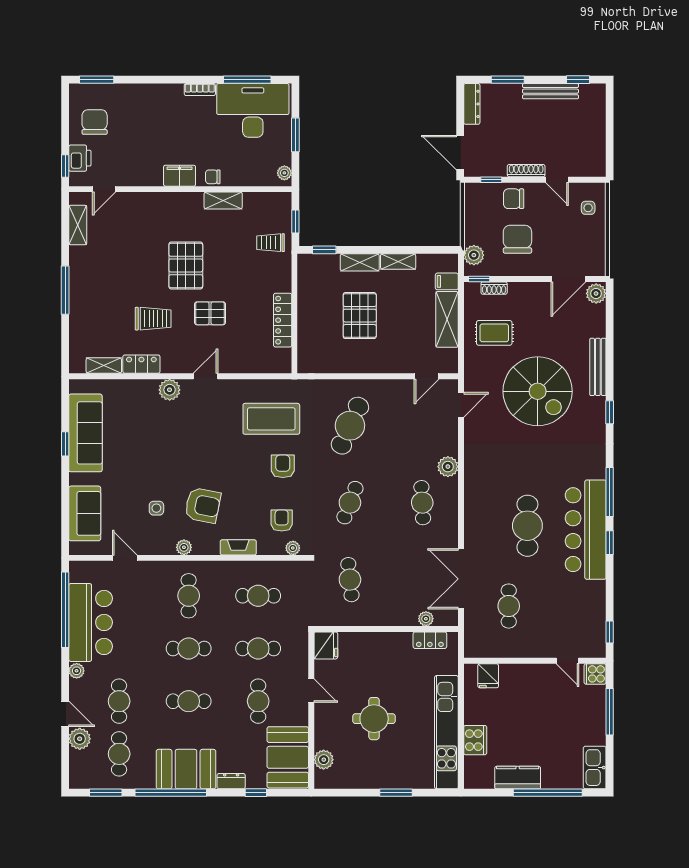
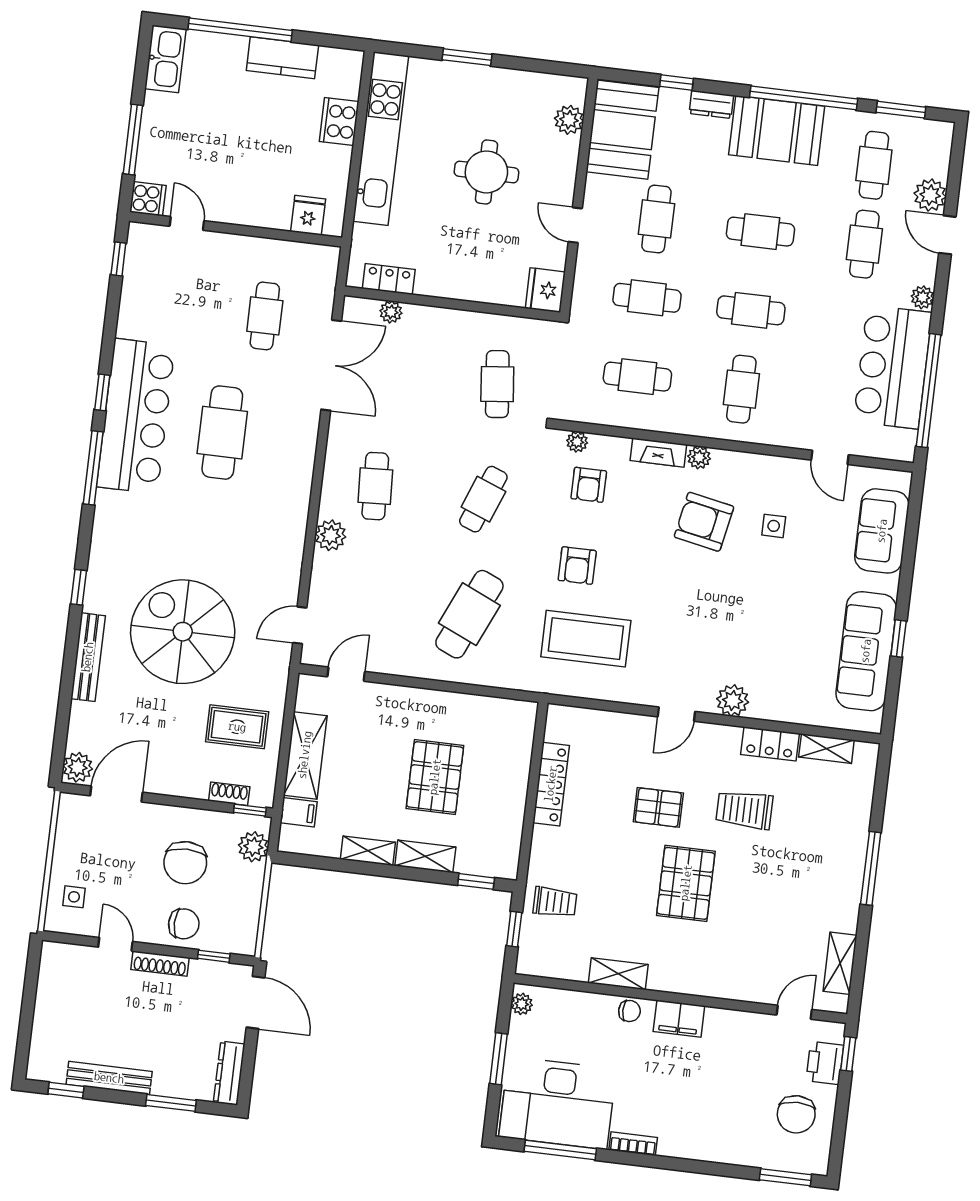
plant: (184, 547) -> (699, 457), moved

